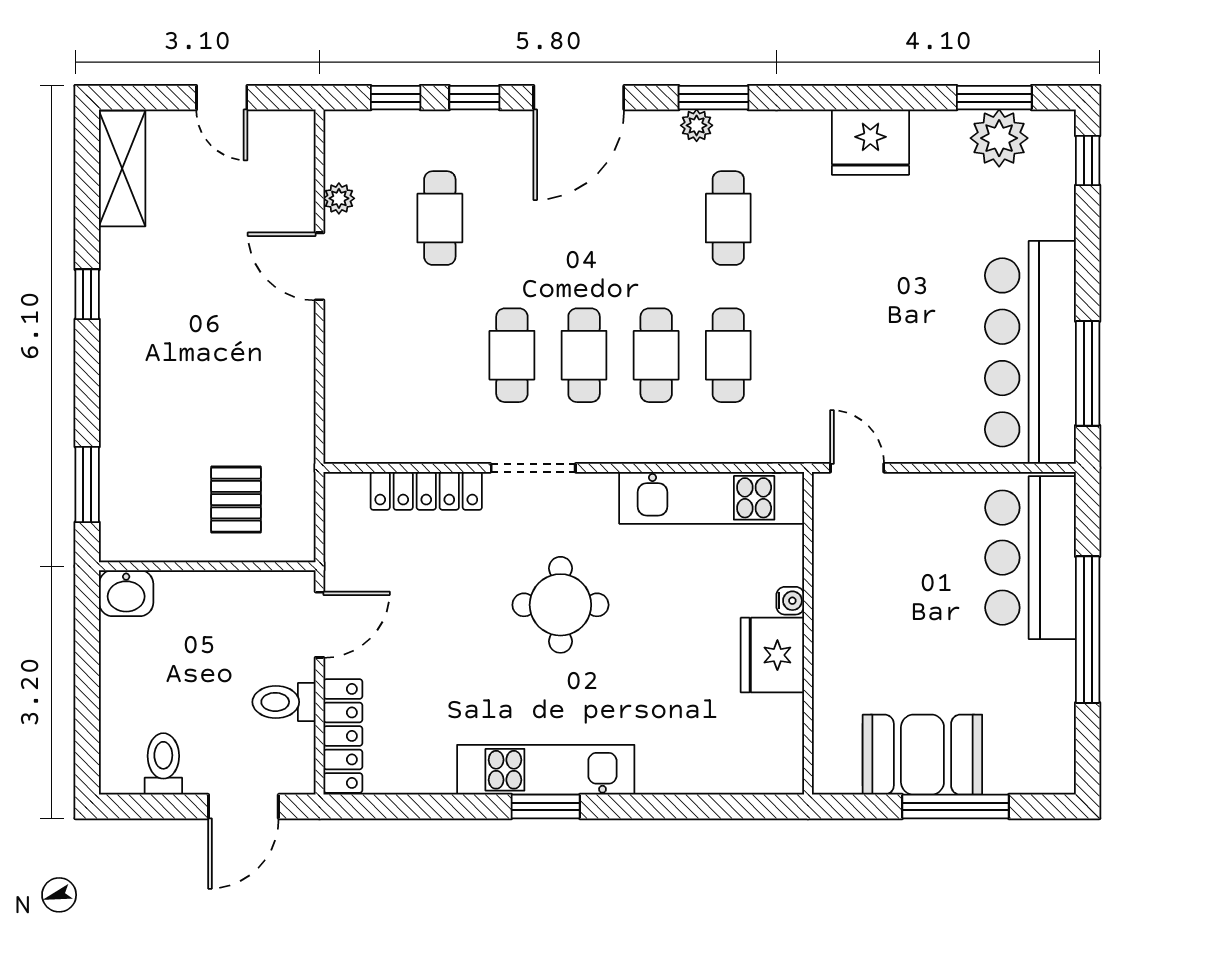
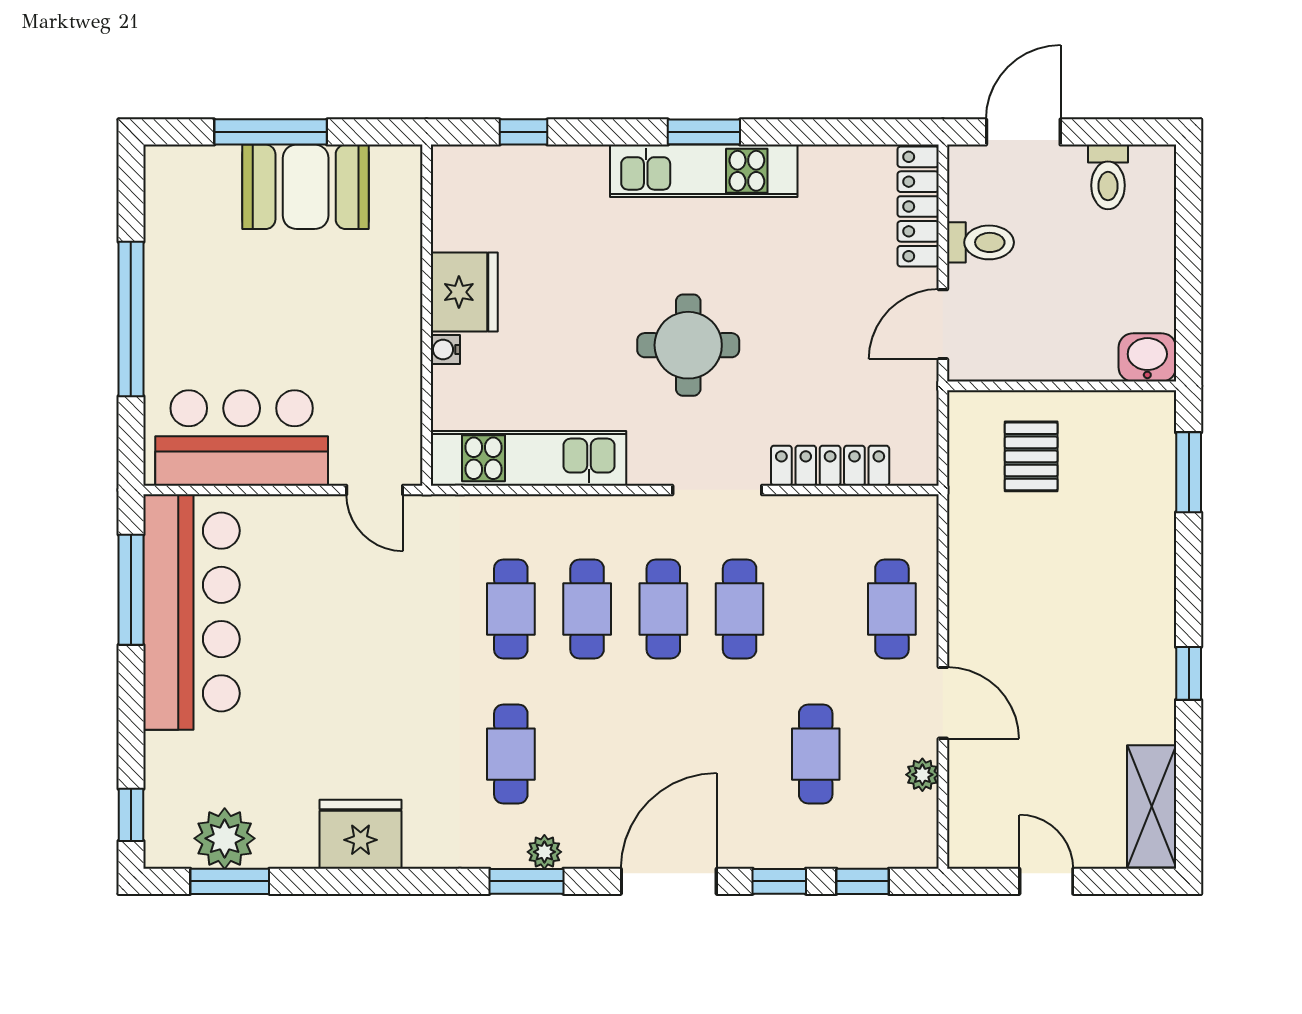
cafe table: (368, 355) -> (892, 609), added
bar counter: (1030, 558) -> (242, 438), moved, turned -90
window: (716, 807) -> (523, 132), added

